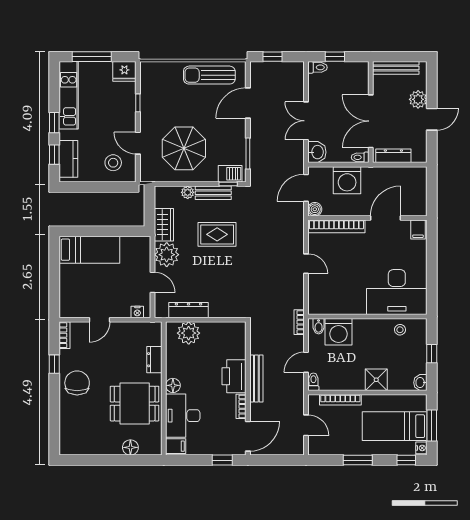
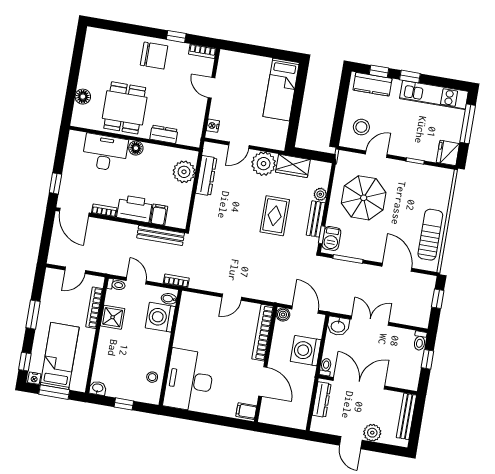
bench: (256, 378) -> (161, 235), moved
shower: (376, 380) -> (113, 317), moved
filing cabinet: (176, 446) -> (159, 215), moved, turned 180

